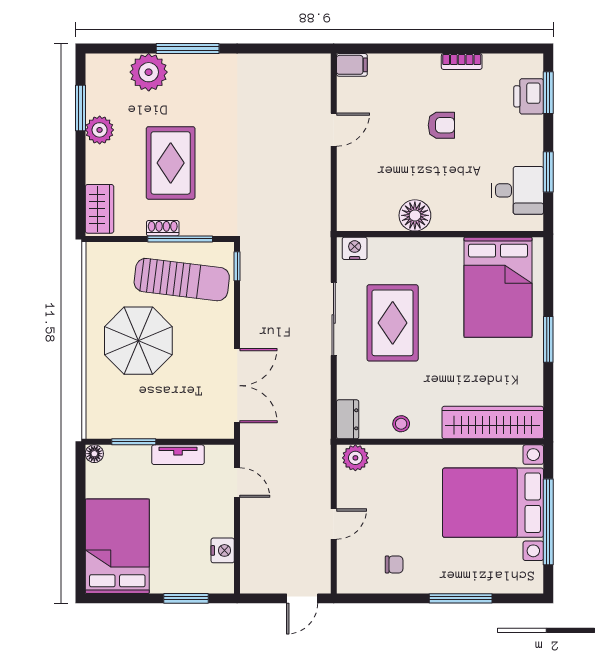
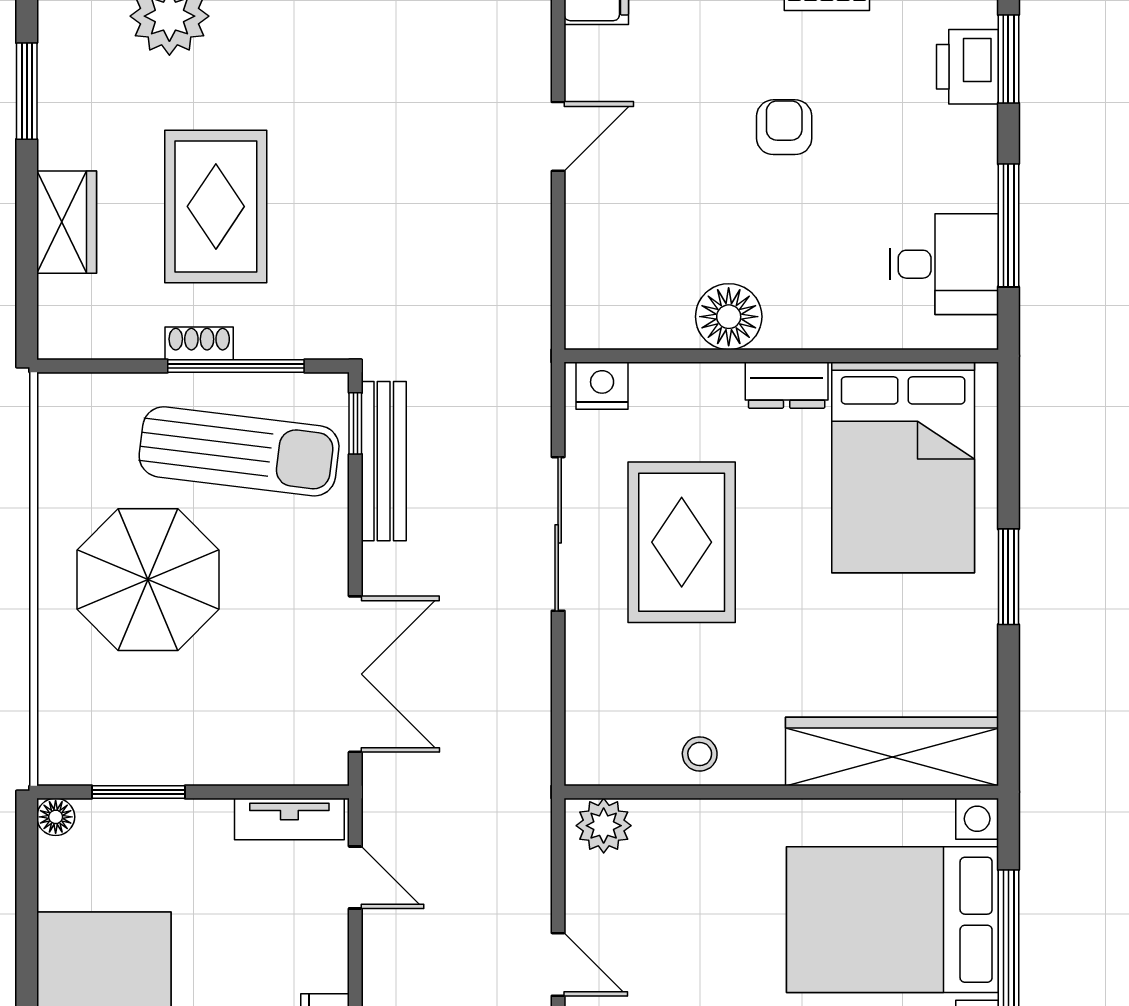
armchair: (441, 125) -> (784, 127), turned -90
plant: (100, 130) -> (67, 137), removed
window: (548, 172) -> (1008, 225), width x1.44
wardrobe: (100, 209) -> (67, 222), moved
bench: (251, 284) -> (384, 461), added
dresser: (348, 419) -> (787, 385), moved, turned 90
tv unit: (178, 455) -> (289, 819), moved
door: (334, 524) -> (558, 964), hinge flipped

